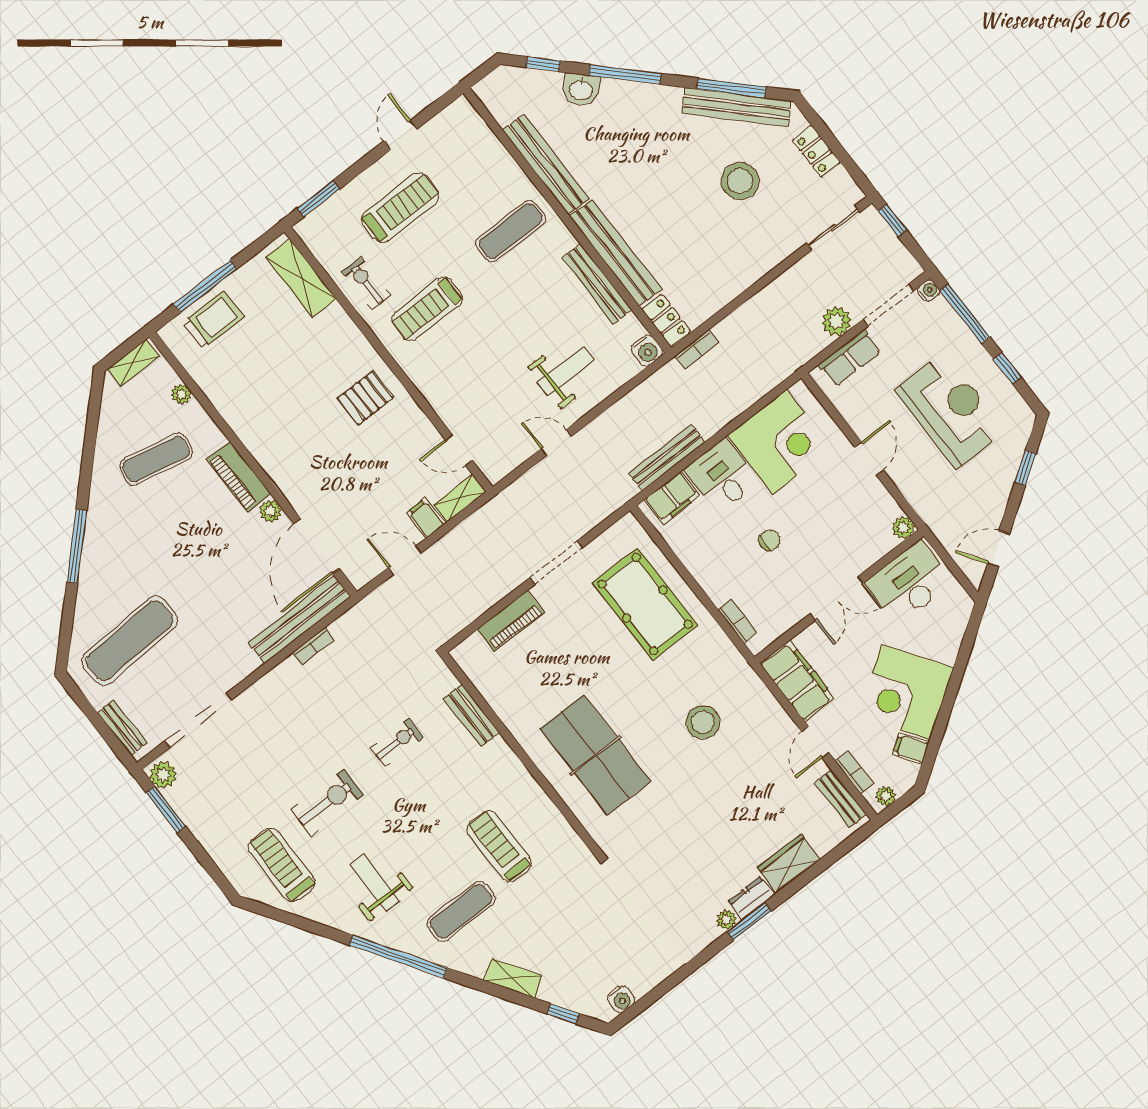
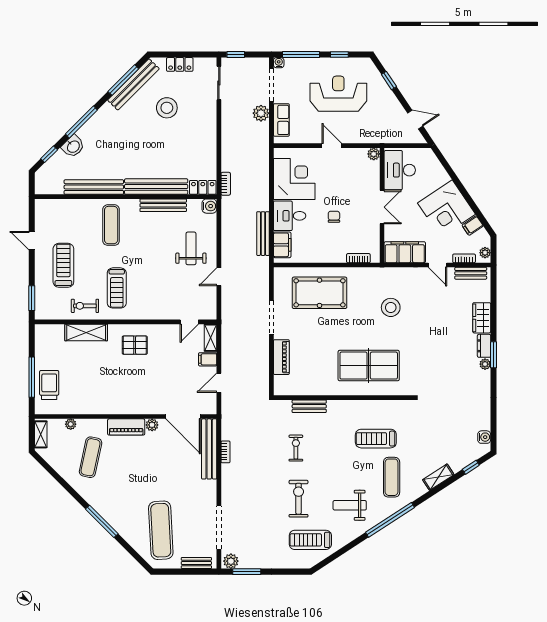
shelving: (301, 278) -> (86, 332), moved
pallet: (365, 398) -> (135, 345), turned 90
door: (999, 549) -> (415, 119), swing flipped

